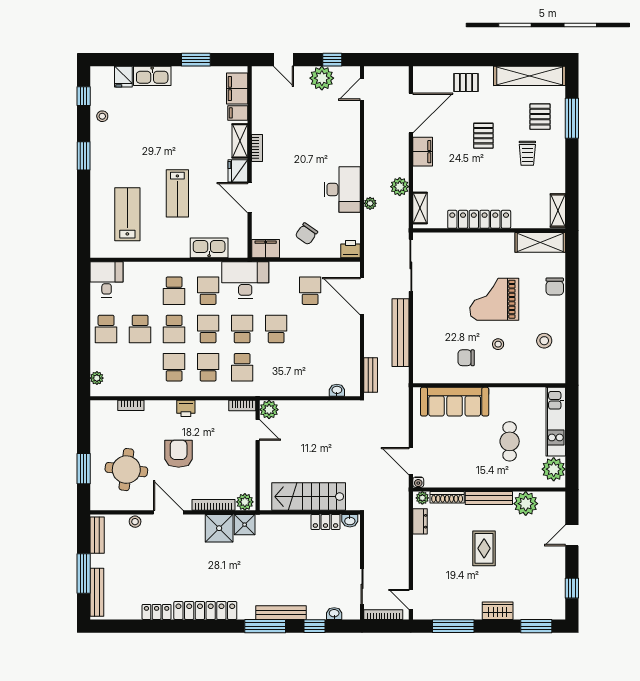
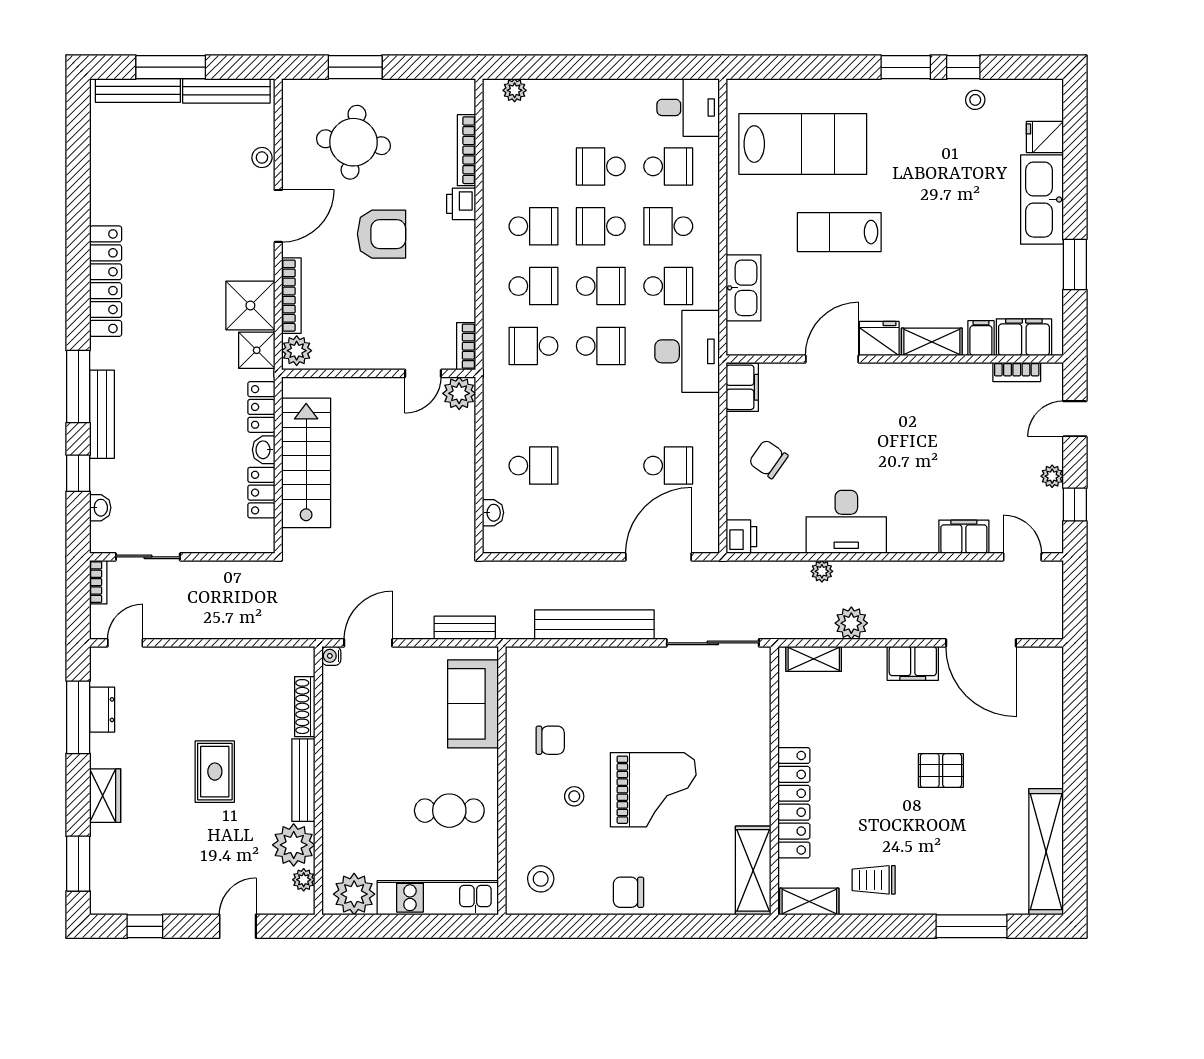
kitchen sink: (152, 76) -> (1042, 200), width x1.36, depth x1.24
plant: (322, 78) -> (1052, 476), width x0.53, depth x0.53
pallet: (466, 83) -> (1034, 740), removed
window: (84, 96) -> (963, 67), moved
pallet: (540, 117) -> (974, 870), removed
filing cabinet: (351, 123) -> (964, 537), added
bookcase: (257, 148) -> (1017, 372), moved
trolley: (527, 153) -> (874, 880), moved
lab bench: (127, 214) -> (803, 144), width x1.36, depth x1.39
locker: (479, 219) -> (794, 803), moved
chair: (555, 287) -> (628, 892), moved
grand piano: (494, 299) -> (653, 790), turned 90
school desk: (106, 329) -> (668, 166), moved, turned 180
school desk: (276, 329) -> (533, 466), moved
stool: (544, 341) -> (541, 879), moved
chair: (466, 358) -> (550, 740), turned 90
bench: (371, 375) -> (465, 628), moved
sofa: (455, 402) -> (473, 704), width x0.73
bookcase: (131, 405) -> (466, 150), width x1.56
printer: (186, 408) -> (461, 204), moved
cafe table: (510, 441) -> (449, 811), moved
plant: (422, 498) -> (304, 880), moved
washbasin: (350, 521) -> (264, 450), moved
dresser: (420, 521) -> (102, 710), moved, turned -90
bench: (97, 535) -> (226, 91), width x1.36
door: (572, 535) -> (238, 926), hinge flipped
rug: (484, 548) -> (215, 772), turned 90
locker: (157, 612) -> (261, 407), moved, turned 180
bookcase: (383, 615) -> (98, 582), width x0.64

